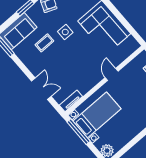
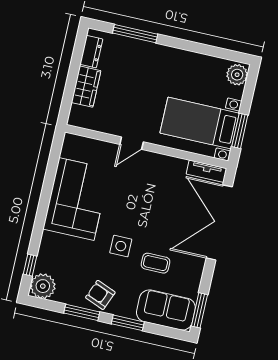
double door: (41, 89) -> (219, 222), width x1.87
window: (79, 132) -> (240, 131), width x0.69

